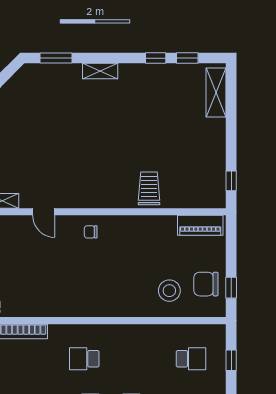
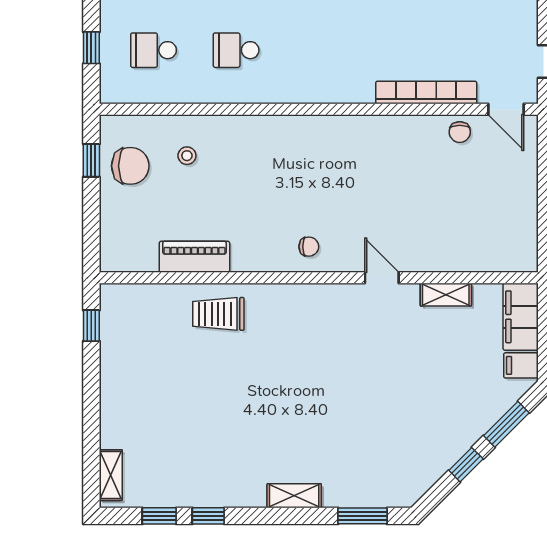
shelving: (216, 93) -> (111, 475), width x0.67, depth x0.75
trolley: (149, 188) -> (218, 314), turned 90
piano: (200, 225) -> (194, 257), moved
stool: (169, 291) -> (187, 156), width x0.53, depth x0.53
school desk: (84, 359) -> (236, 50), moved, turned 180

